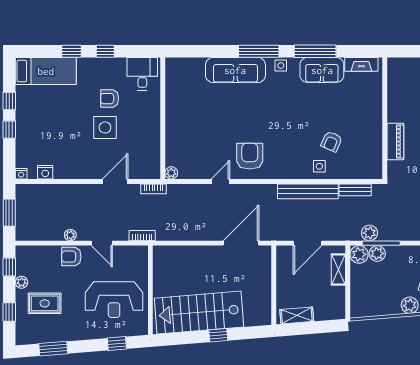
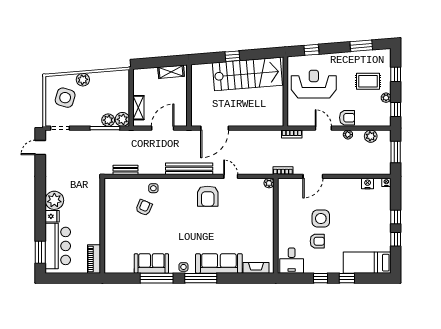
fireplace: (361, 64) -> (256, 268), moved
piano: (395, 141) -> (94, 259), moved
door: (220, 181) -> (231, 176), swing flipped
bench: (308, 191) -> (189, 169), moved
plant: (369, 233) -> (371, 136), moved

